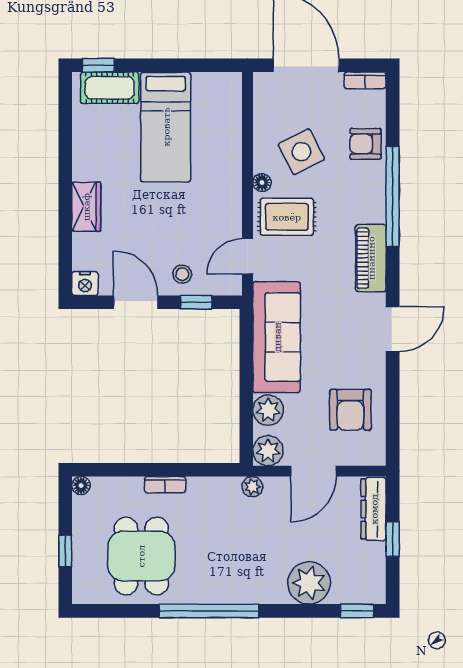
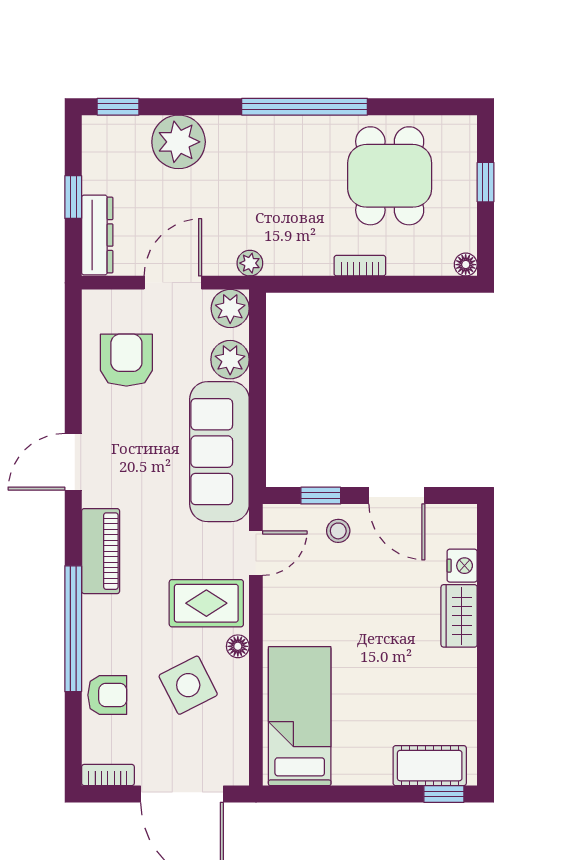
bed: (166, 127) -> (300, 716), moved
nightstand: (85, 284) -> (462, 566), moved, turned 90

